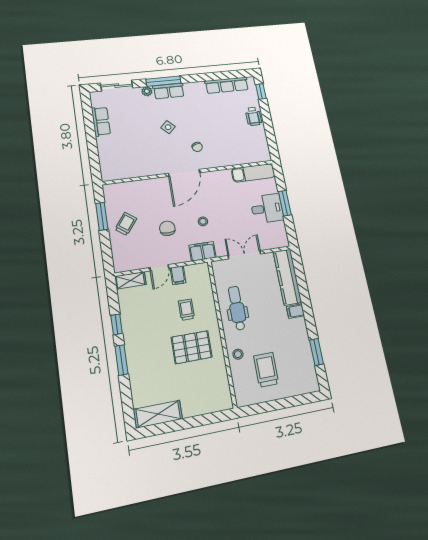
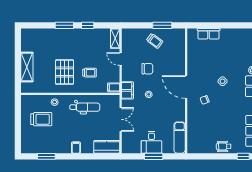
row of seats: (101, 121) -> (209, 34), moved
filing cabinet: (178, 275) -> (114, 87), moved
kitchen counter: (287, 277) -> (107, 147), width x0.67
shelving: (158, 414) -> (27, 67), moved

